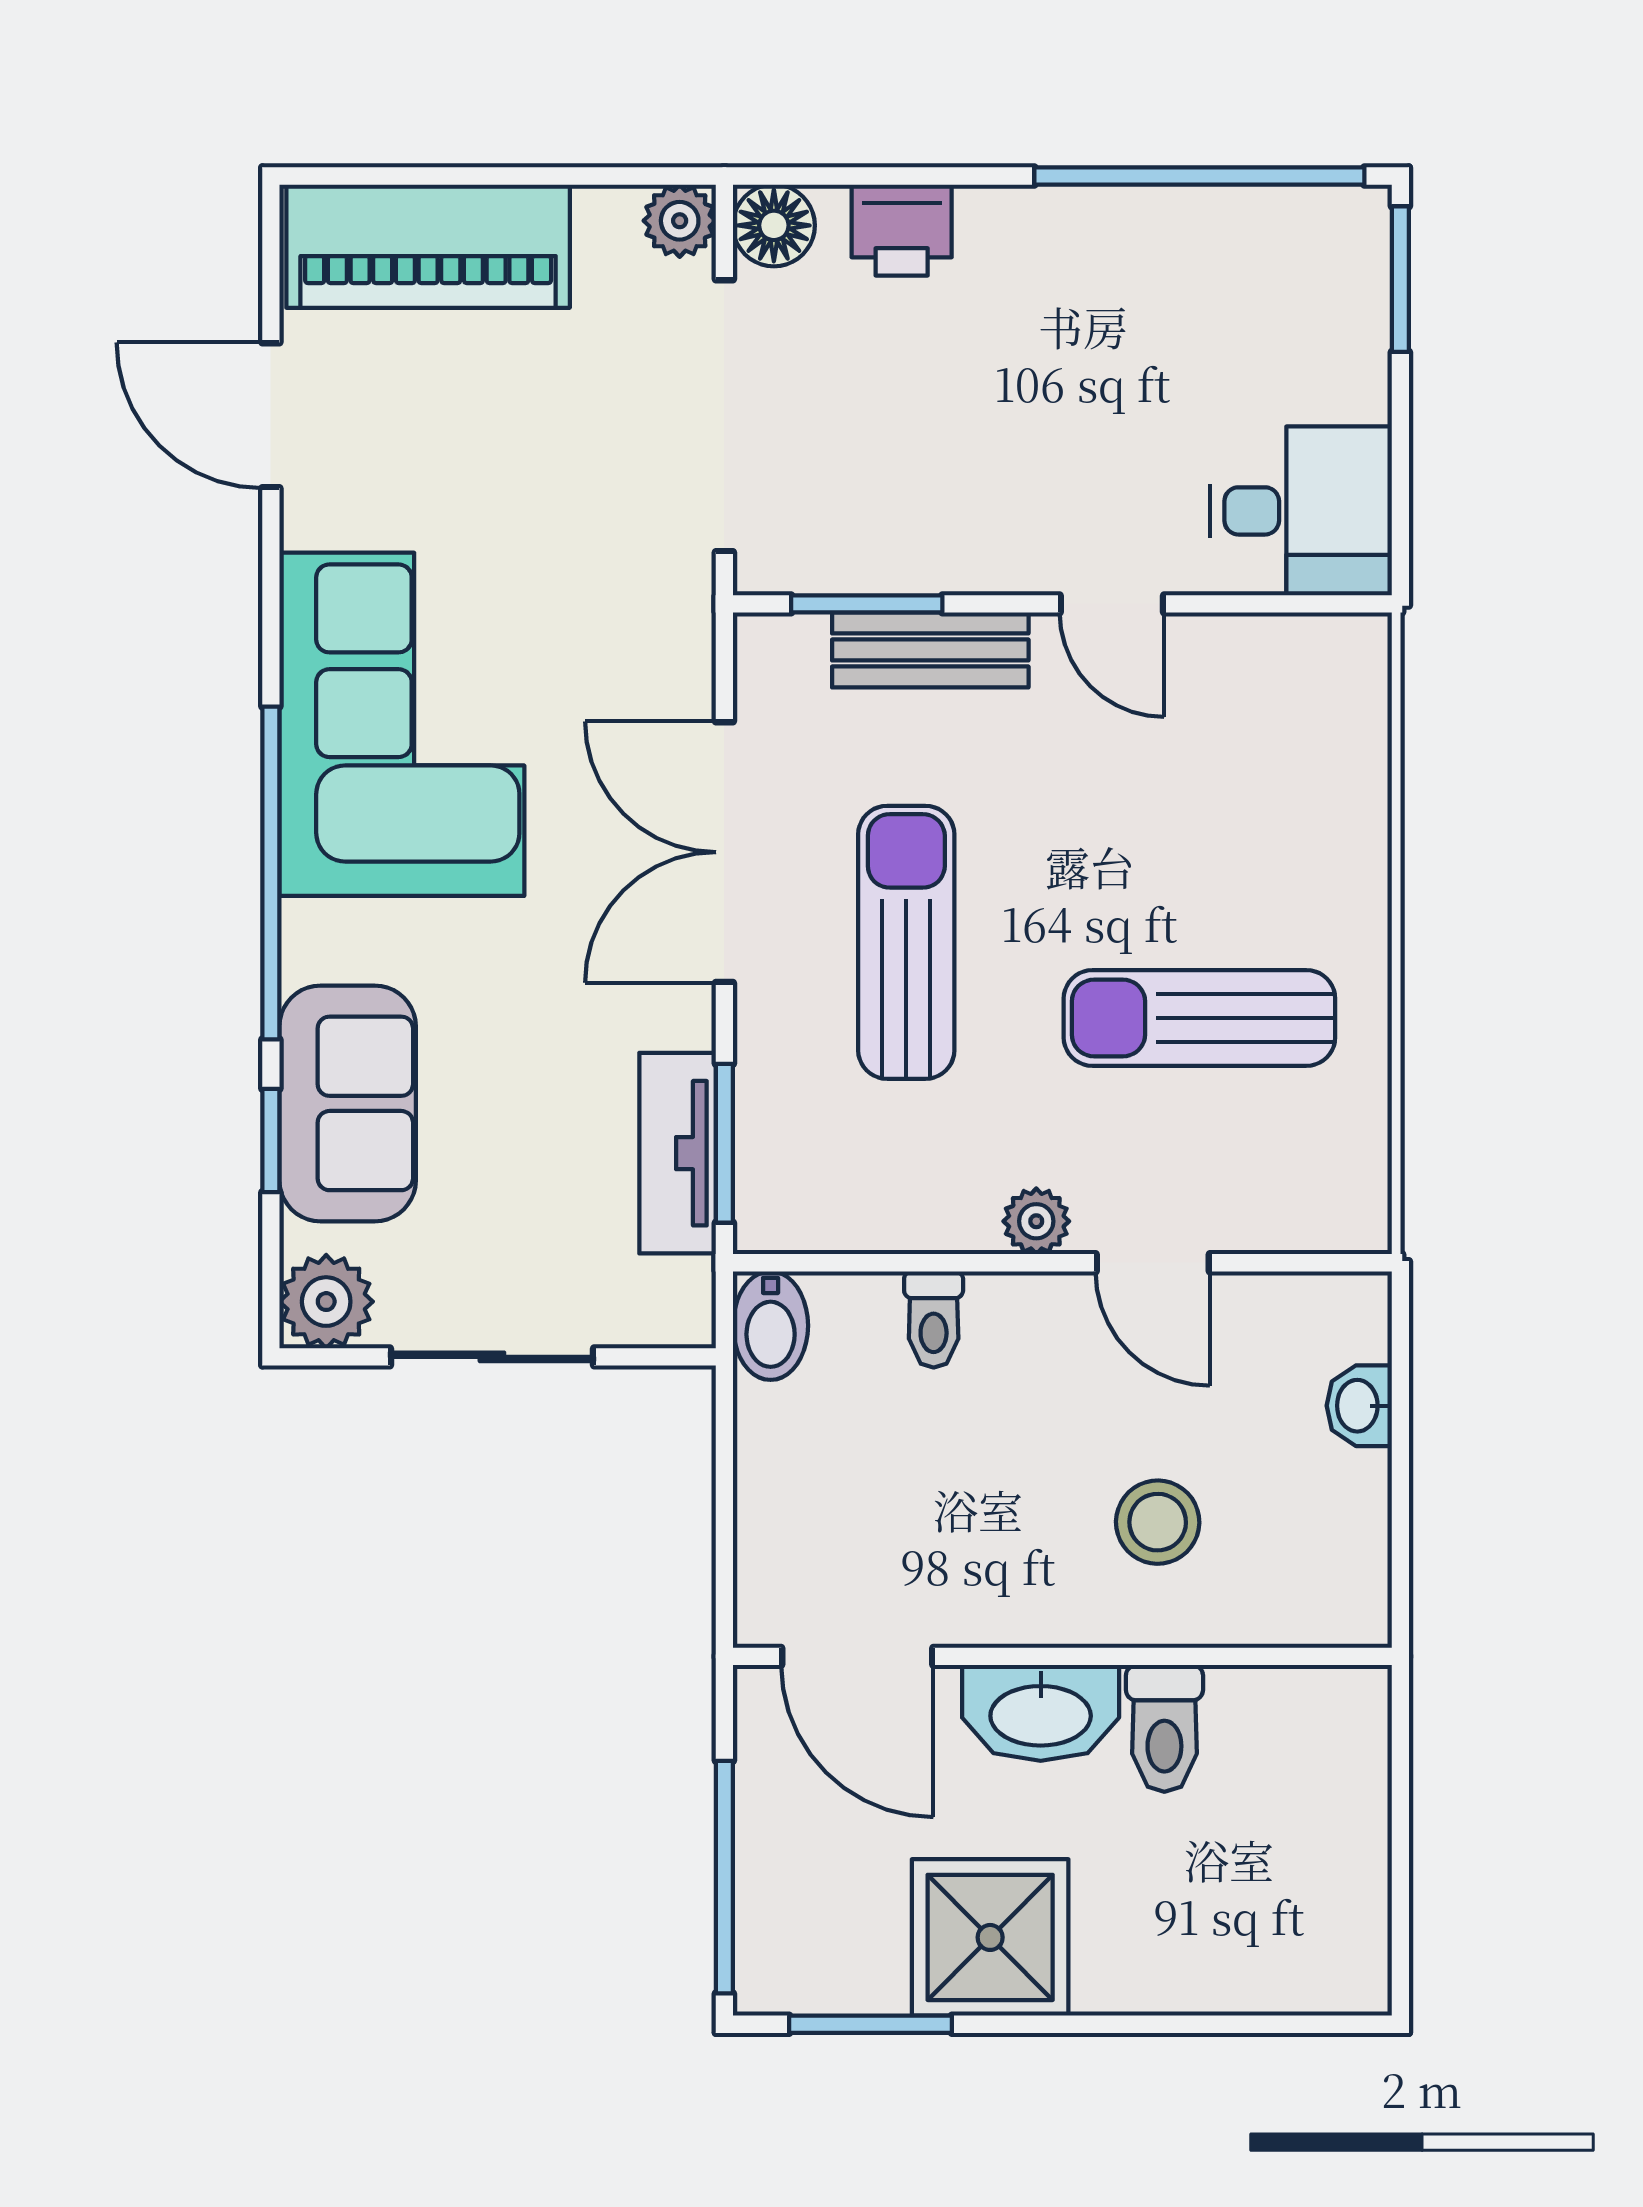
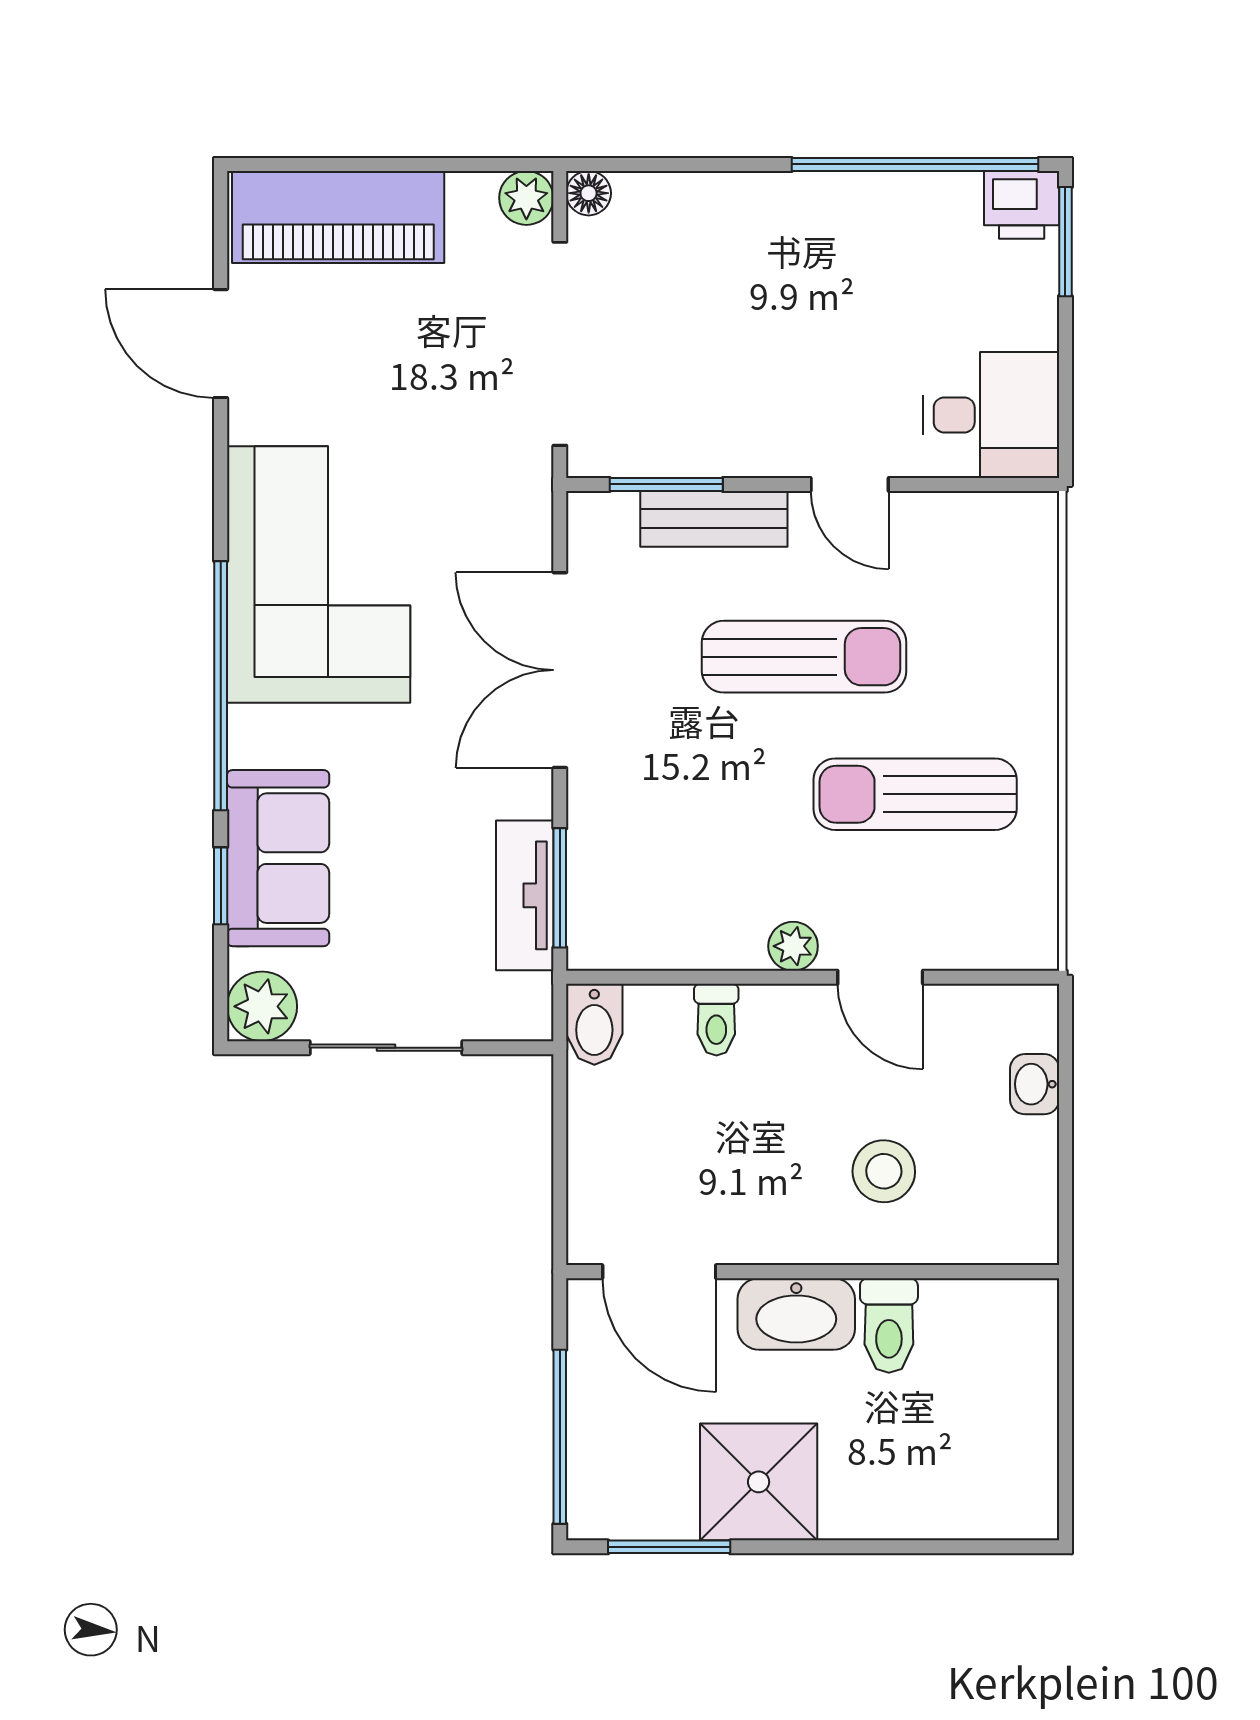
floor lamp: (774, 225) -> (589, 193), width x0.73, depth x0.73
printer: (902, 230) -> (1022, 205), moved
sun lounger: (906, 942) -> (804, 657), moved, turned 90

